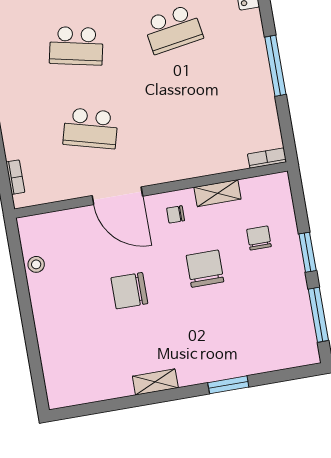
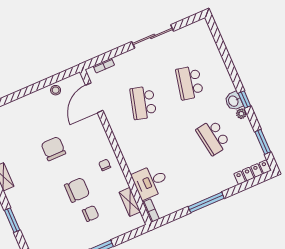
desk: (220, 147) -> (150, 182), added
shelving: (217, 193) -> (130, 202), moved
door: (117, 196) -> (94, 98), moved
chair: (259, 238) -> (91, 214), moved

